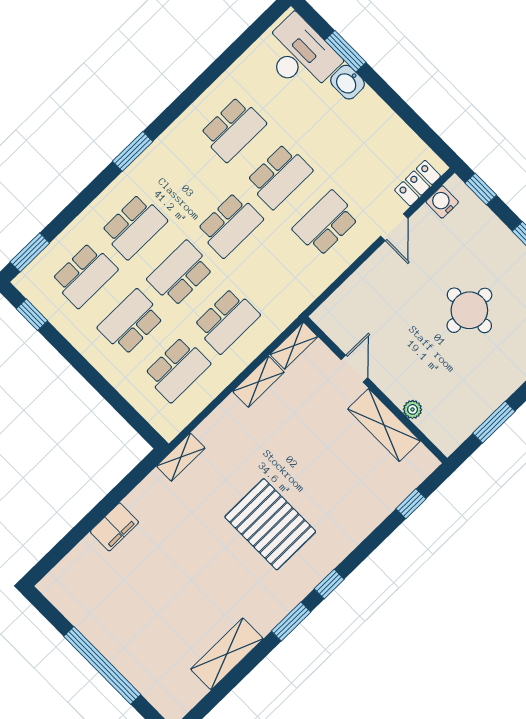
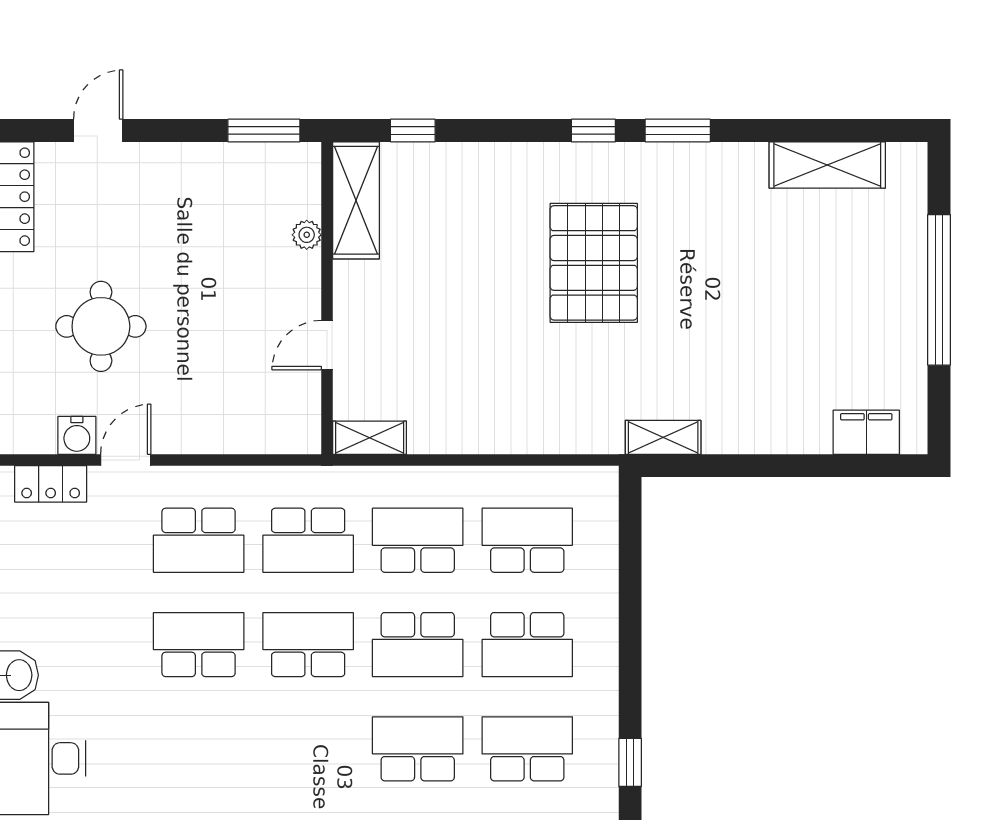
school desk: (233, 129) -> (308, 540), moved, turned 180
water cooler: (442, 202) -> (77, 435), moved
round table: (469, 310) -> (101, 326), moved
shelving: (258, 382) -> (449, 436), removed
window: (494, 422) -> (264, 130), moved
shelving: (384, 425) -> (356, 200), moved
shelving: (181, 457) -> (663, 437), moved
filing cabinet: (114, 527) -> (866, 432), moved
shelving: (227, 654) -> (827, 165), moved

